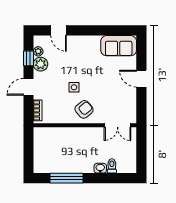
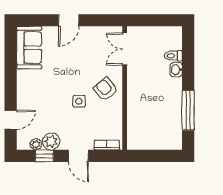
double door: (118, 125) -> (125, 49), swing flipped

